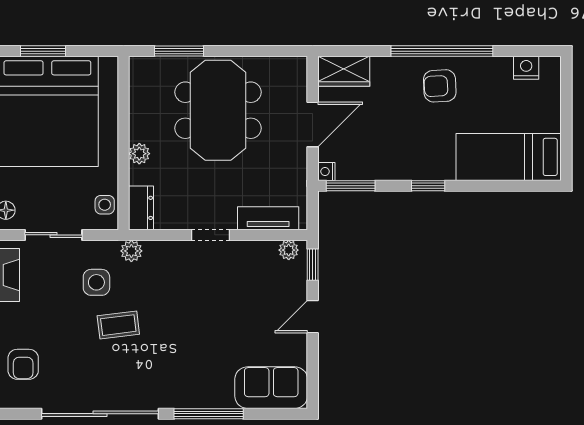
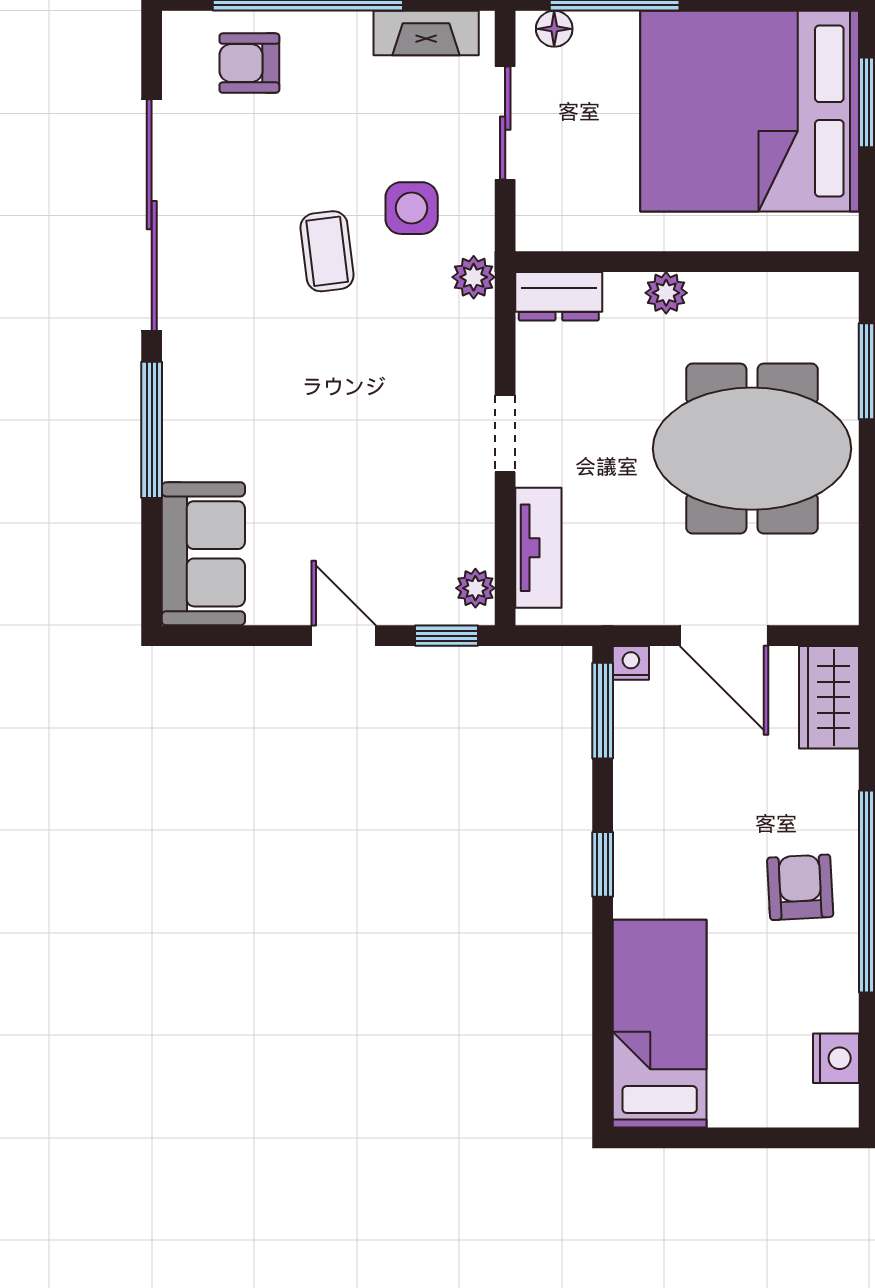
side table: (105, 205) -> (565, 224), removed

